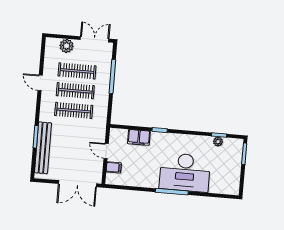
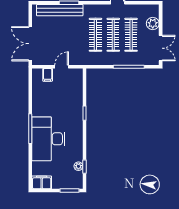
filing cabinet: (139, 137) -> (42, 182), moved, turned 90

